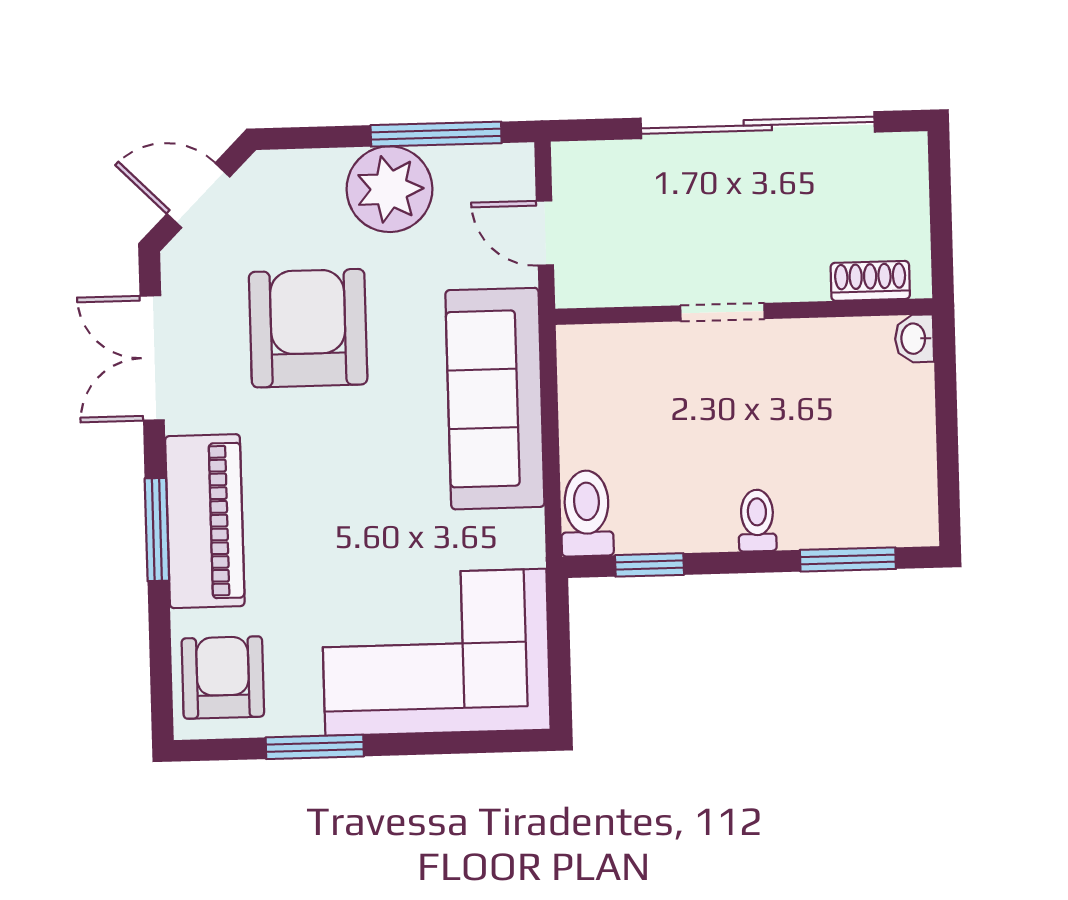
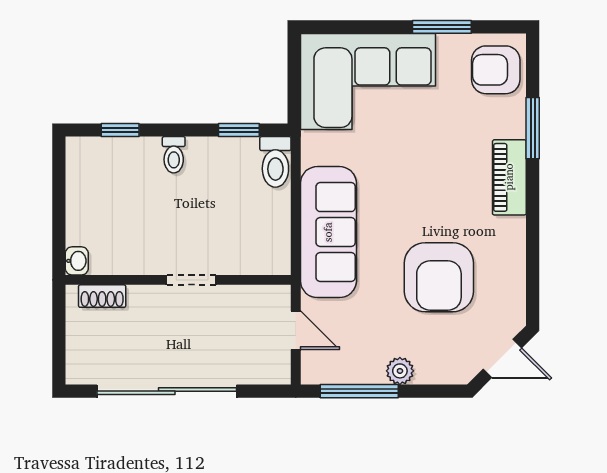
plant: (389, 189) -> (400, 371), width x0.53, depth x0.53
double door: (152, 358) -> (533, 262), removed
piano: (205, 521) -> (509, 177), width x0.73, depth x0.75
window: (157, 529) -> (533, 128), moved
window: (848, 559) -> (120, 130), width x0.67
armchair: (223, 677) -> (496, 70), turned 90

